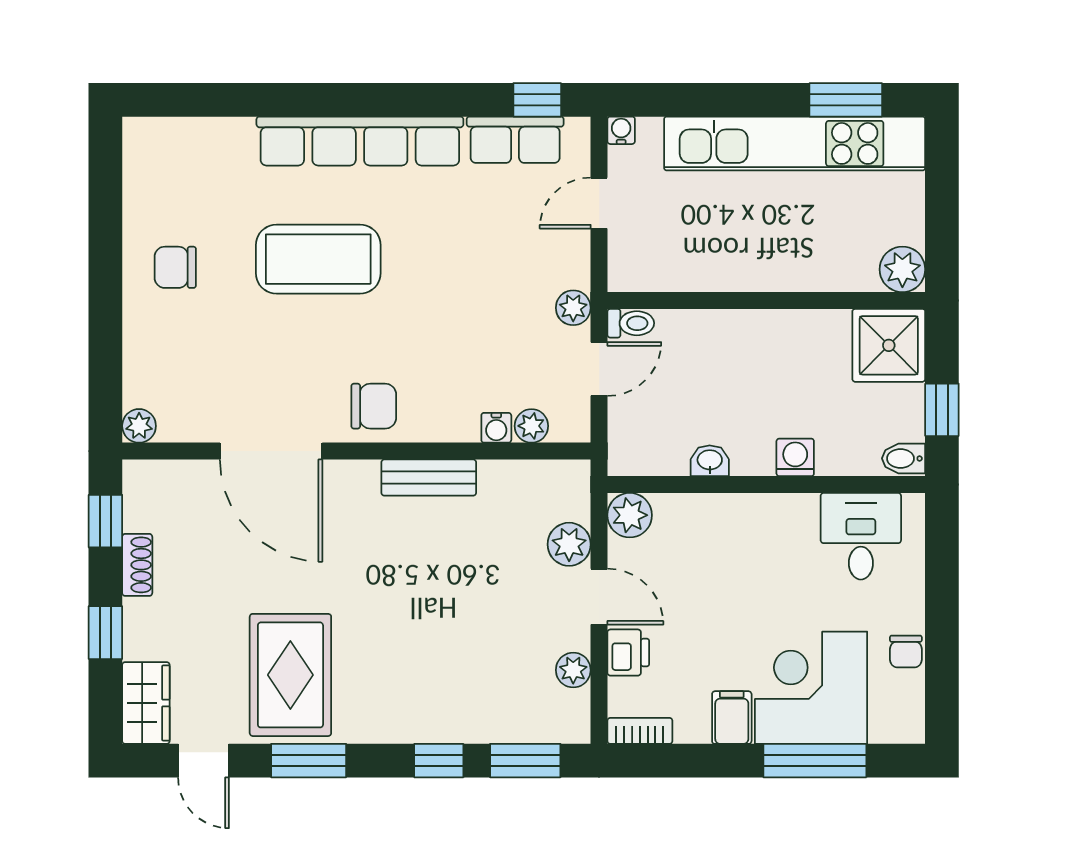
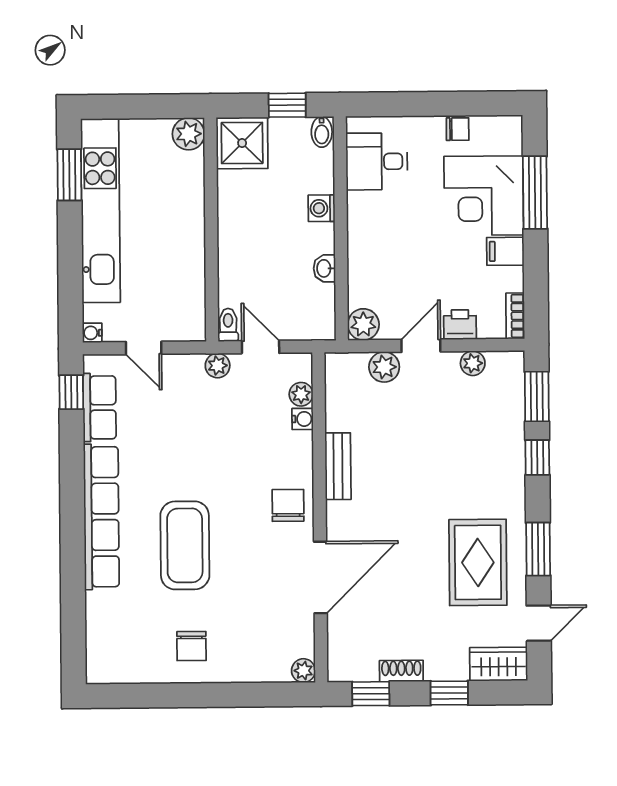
rug: (290, 675) -> (478, 562), turned 90

